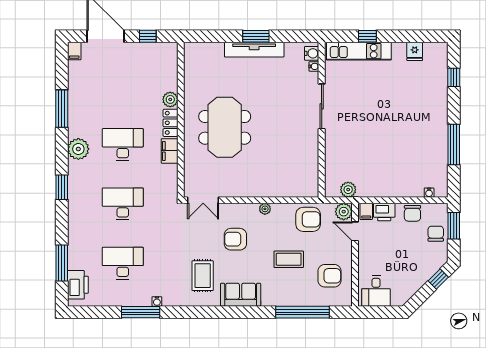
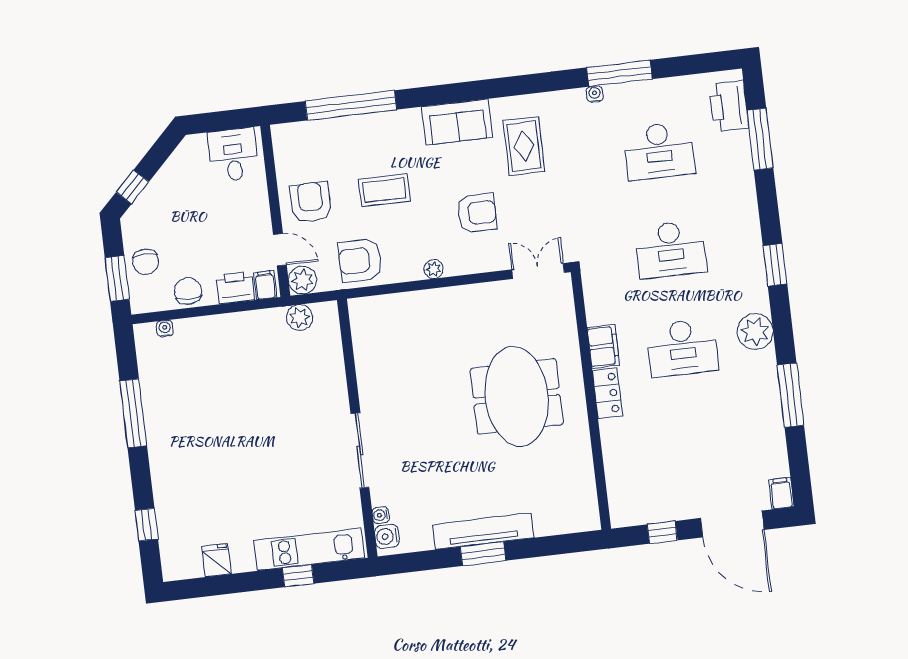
plant: (170, 99) -> (612, 432), removed
armchair: (330, 276) -> (311, 202), moved, turned 90

